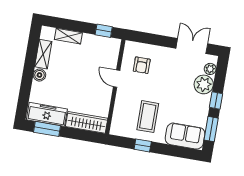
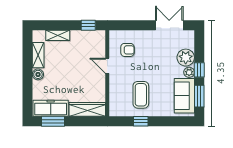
armchair: (142, 65) -> (127, 50), turned -90
plant: (210, 69) -> (189, 72), moved
sofa: (185, 136) -> (184, 96), moved, turned -90

